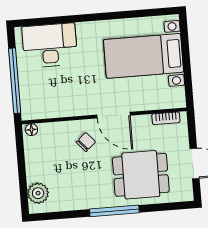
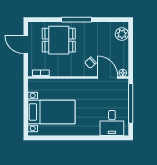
desk: (50, 45) -> (112, 123), width x0.73
door: (113, 115) -> (108, 78), moved

